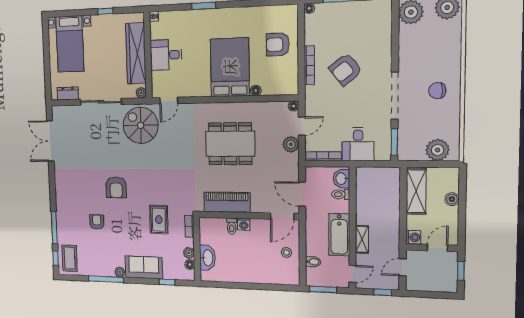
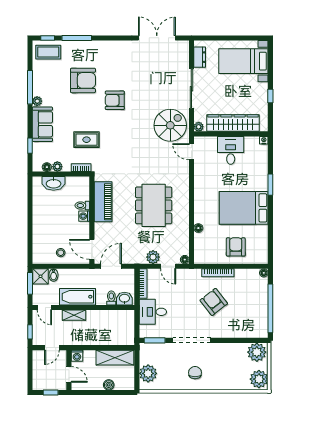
bed: (230, 67) -> (244, 208), moved, turned 180
armchair: (97, 222) -> (83, 80), width x1.88, depth x1.88
door: (403, 267) -> (52, 348), swing flipped
shower: (315, 277) -> (41, 276), added

